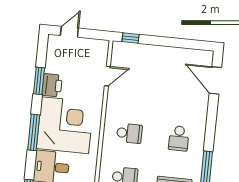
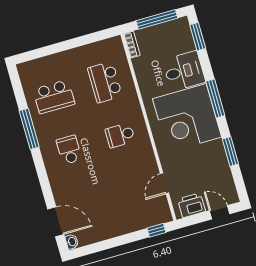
door: (69, 32) -> (220, 212), swing flipped
washbasin: (208, 57) -> (72, 242), added
printer: (52, 85) -> (192, 205), moved, turned 90

